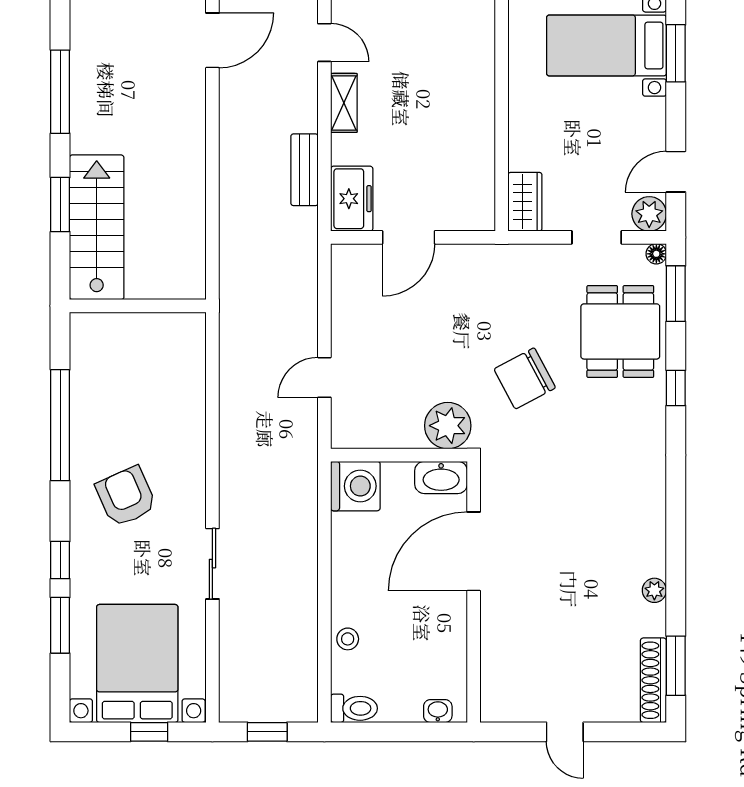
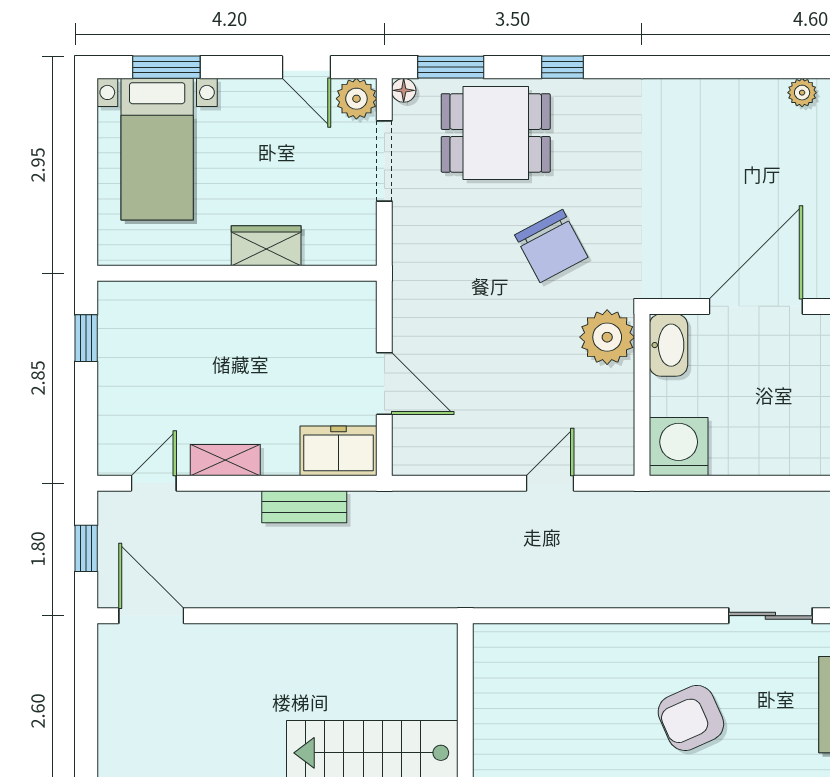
wardrobe: (525, 202) -> (266, 246), moved
doorway: (597, 237) -> (384, 161), width x1.38
door: (324, 377) -> (550, 483), swing flipped
door: (474, 551) -> (756, 306), swing flipped

